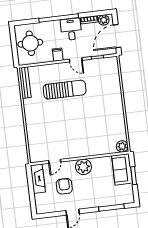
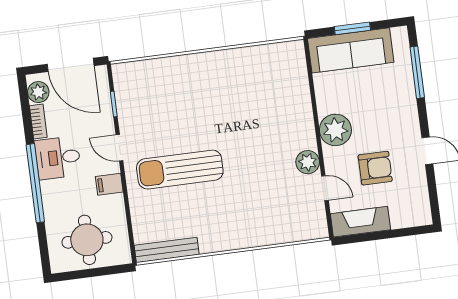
door: (76, 60) -> (119, 148), swing flipped
sun lounger: (65, 90) -> (180, 170), turned -90
plant: (122, 146) -> (308, 162), moved
sofa: (122, 169) -> (351, 50), width x1.36
armchair: (64, 186) -> (375, 168), turned 180

